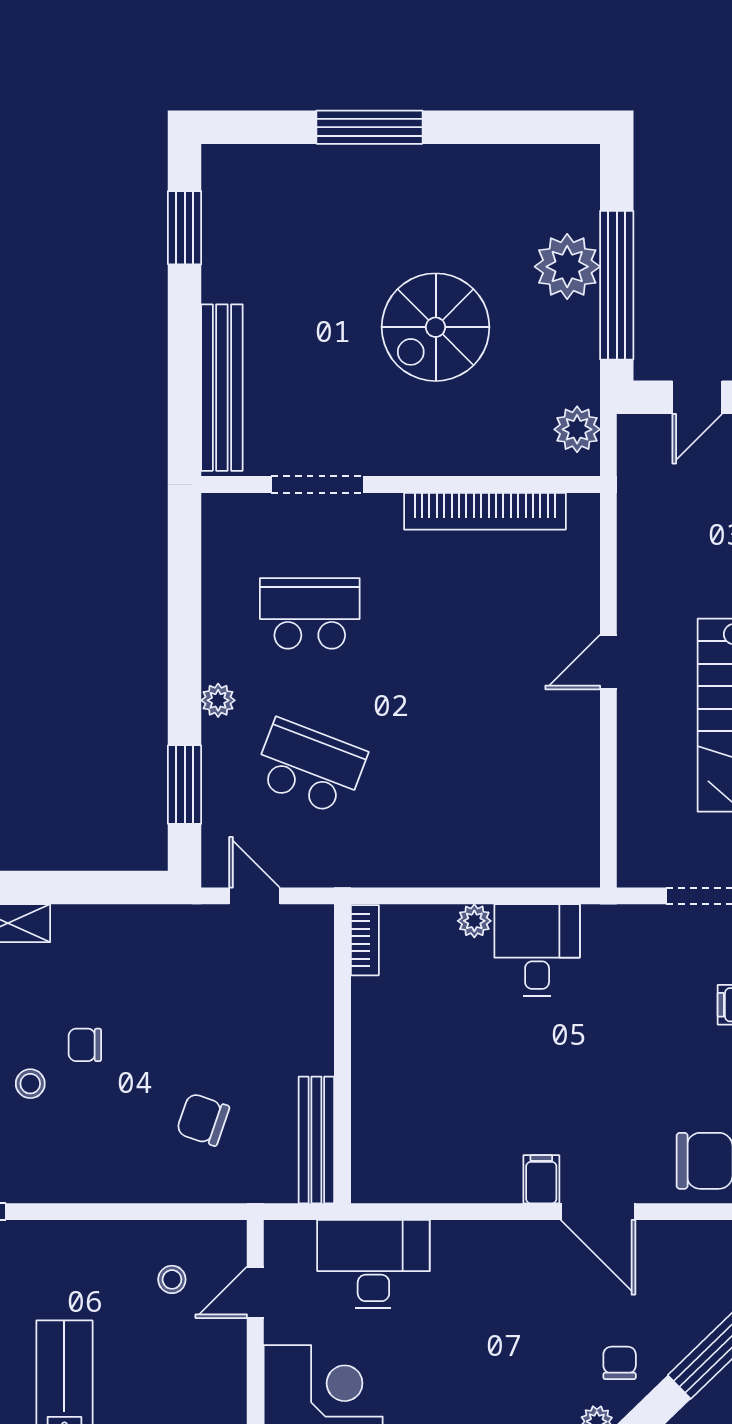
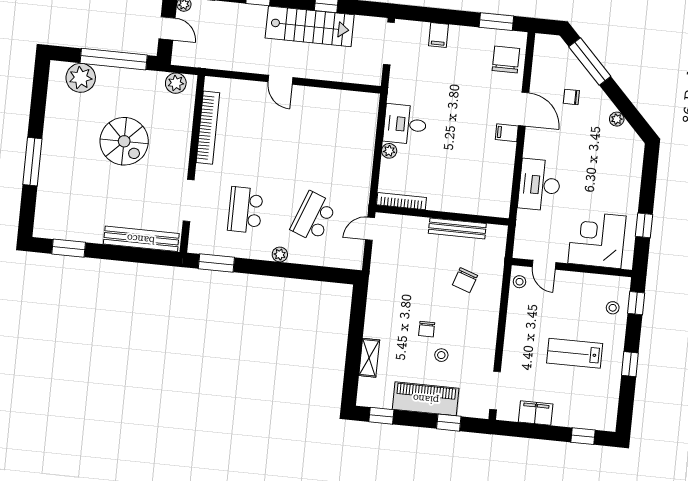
plant: (567, 267) -> (81, 78), moved
window: (185, 785) -> (216, 263), moved
door: (255, 896) -> (370, 229), moved
bookcase: (365, 940) -> (402, 201), width x1.56
bench: (316, 1140) -> (457, 228), moved
door: (598, 1212) -> (524, 109), hinge flipped
desk: (373, 1264) -> (539, 185), moved
stool: (172, 1279) -> (520, 282), moved
chair: (620, 1363) -> (571, 97), moved

